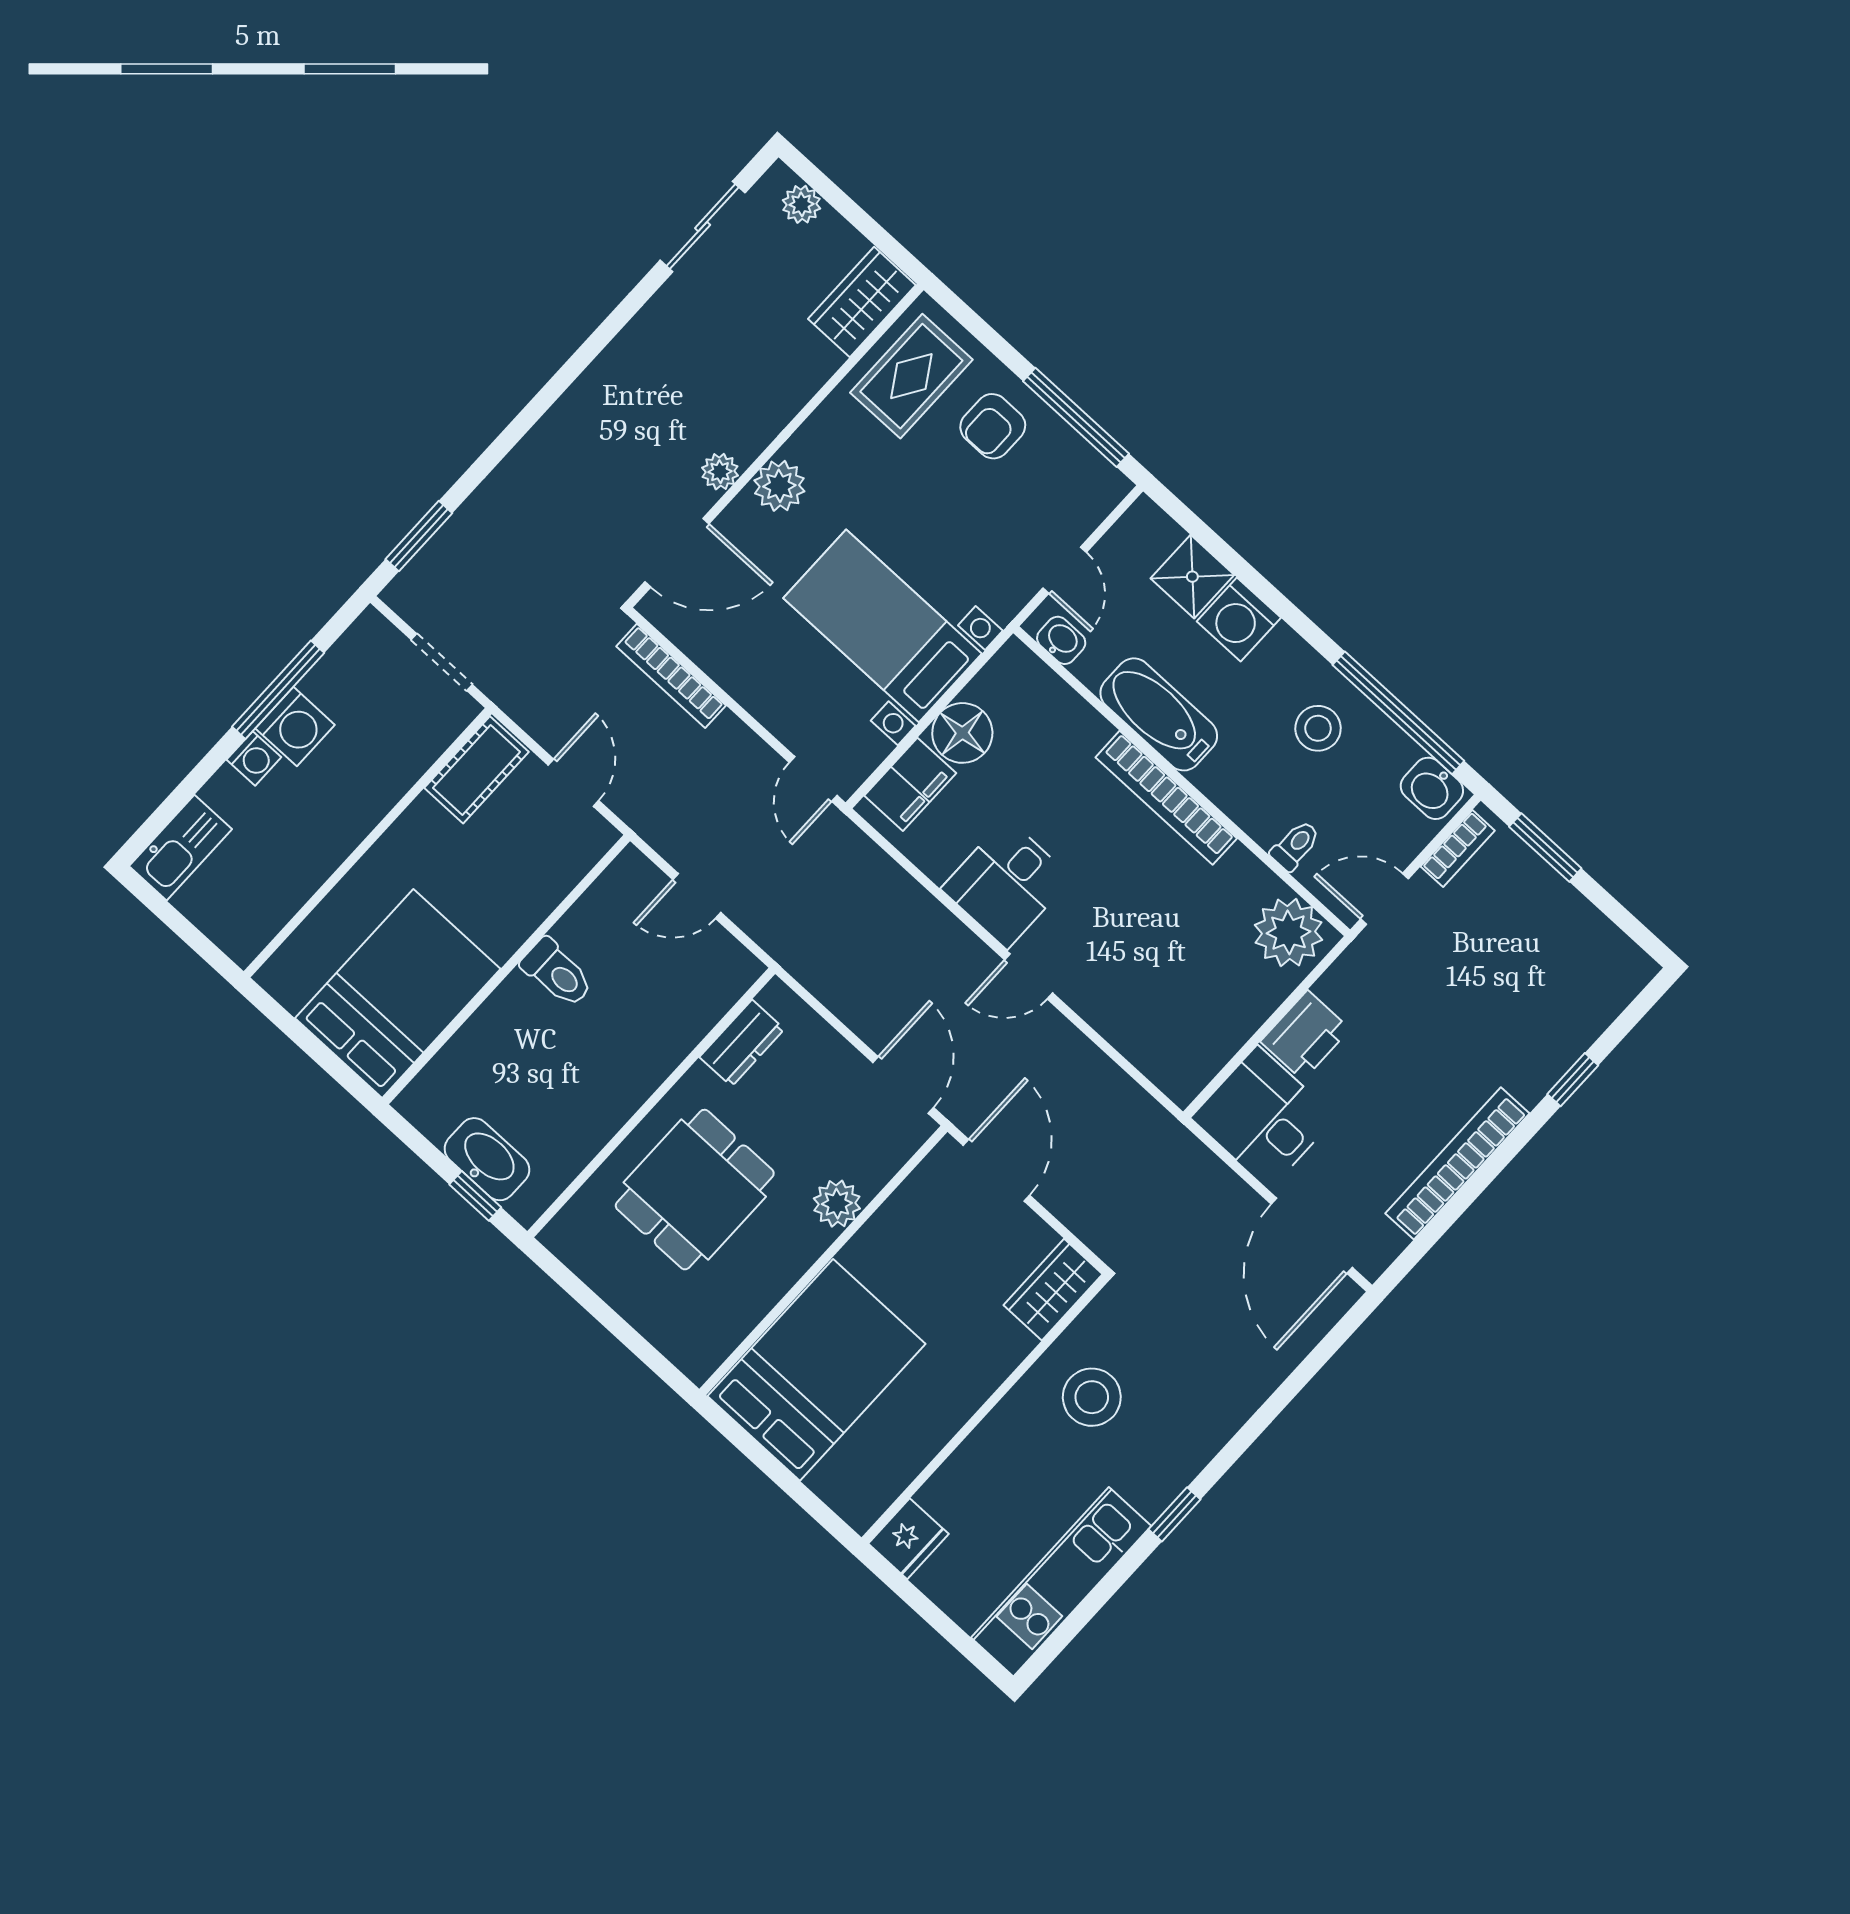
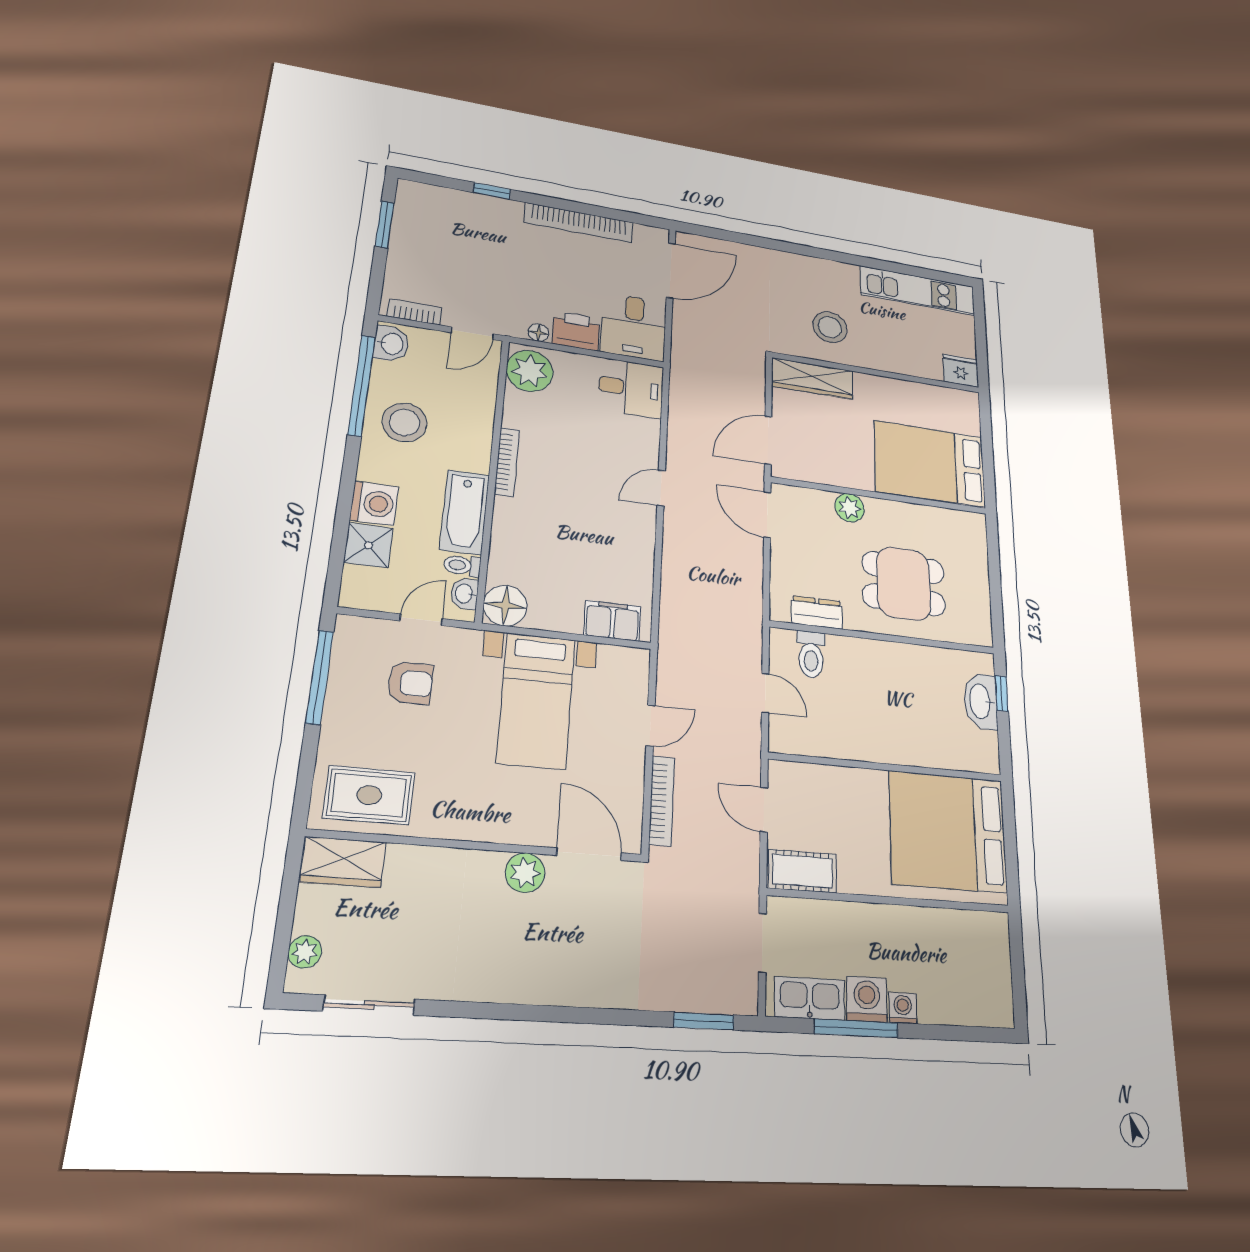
armchair: (993, 426) -> (410, 683), moved
plant: (720, 472) -> (525, 873), width x1.38, depth x1.38
plant: (779, 486) -> (501, 824), removed
stool: (1318, 728) -> (404, 422), width x1.38, depth x1.38
floor lamp: (962, 733) -> (505, 606), moved
door: (813, 779) -> (650, 726), moved
door: (573, 783) -> (764, 810), hinge flipped
bookcase: (1166, 798) -> (507, 462), width x0.68, depth x0.76
toilet: (1295, 846) -> (462, 566), moved
window: (1545, 847) -> (385, 225), moved
kitchen sink: (181, 848) -> (810, 998), moved
desk: (1007, 883) -> (631, 388), moved
door: (1384, 899) -> (472, 333), hinge flipped
toilet: (557, 973) -> (811, 654), moved, turned 180
door: (1029, 976) -> (661, 488), swing flipped
floor lamp: (1333, 984) -> (538, 333), added
bed: (398, 994) -> (948, 831), width x1.36
door: (903, 1085) -> (767, 515), hinge flipped
wardrobe: (1053, 1290) -> (812, 378), width x1.50
window: (1174, 1514) -> (847, 258), removed

